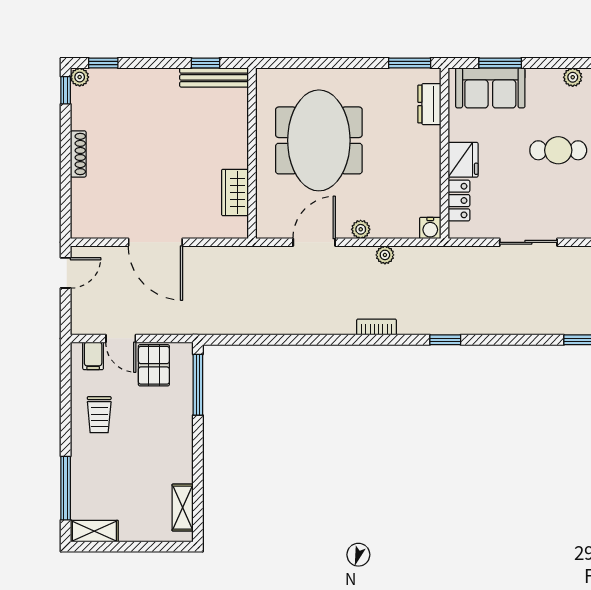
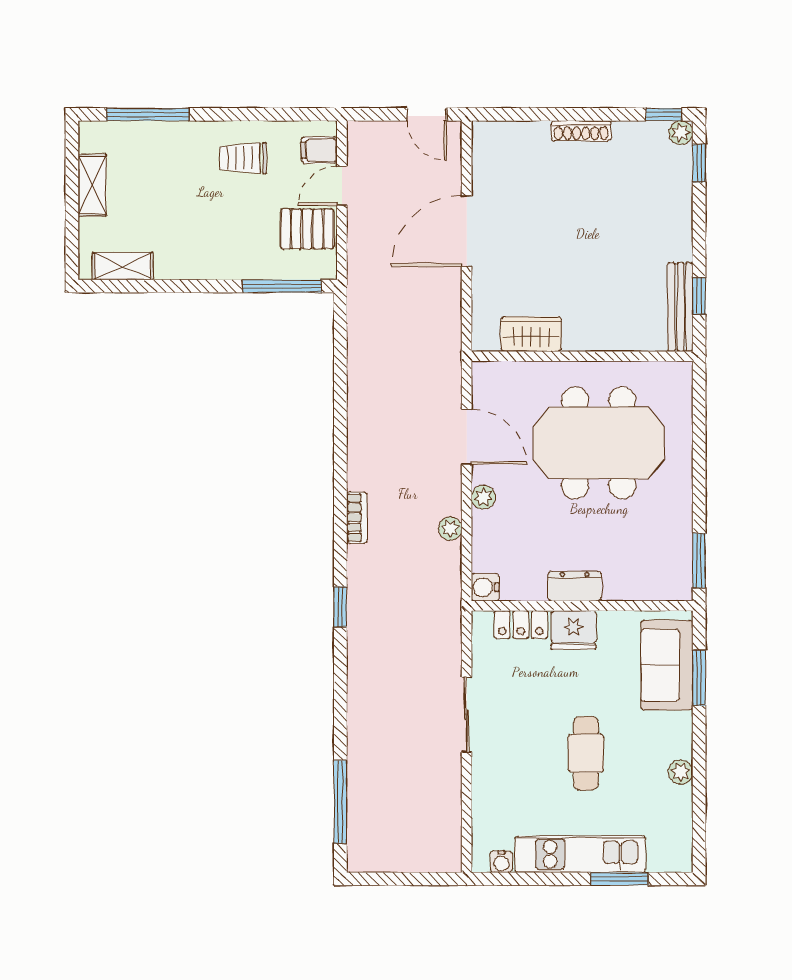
dresser: (429, 104) -> (575, 586), moved
shelving: (94, 531) -> (92, 185), moved

